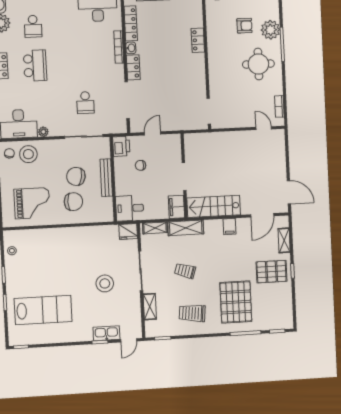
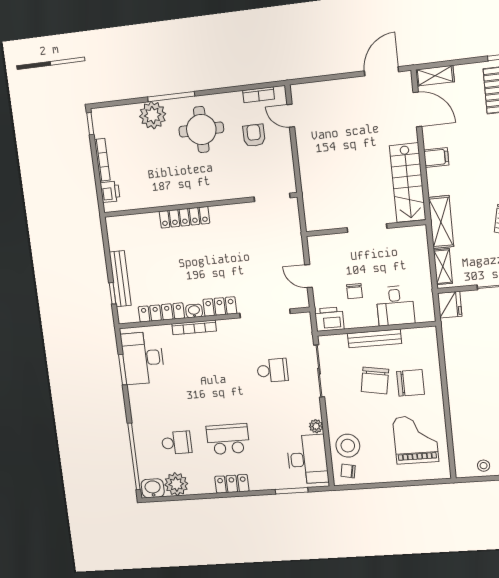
armchair: (244, 26) -> (254, 135), moved
locker: (198, 40) -> (184, 217), width x1.53
door: (264, 128) -> (291, 116), hinge flipped
chair: (73, 202) -> (411, 383), turned 90
filing cabinet: (176, 207) -> (411, 237), removed
desk: (130, 208) -> (395, 306), moved
shelving: (284, 240) -> (435, 76), moved

